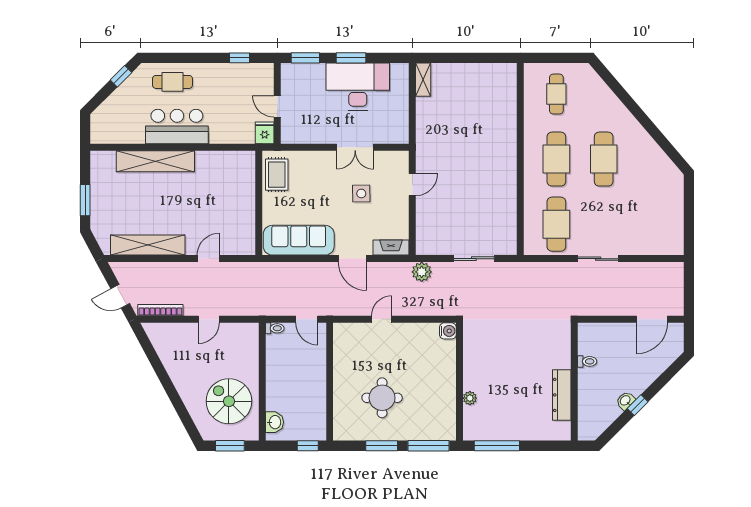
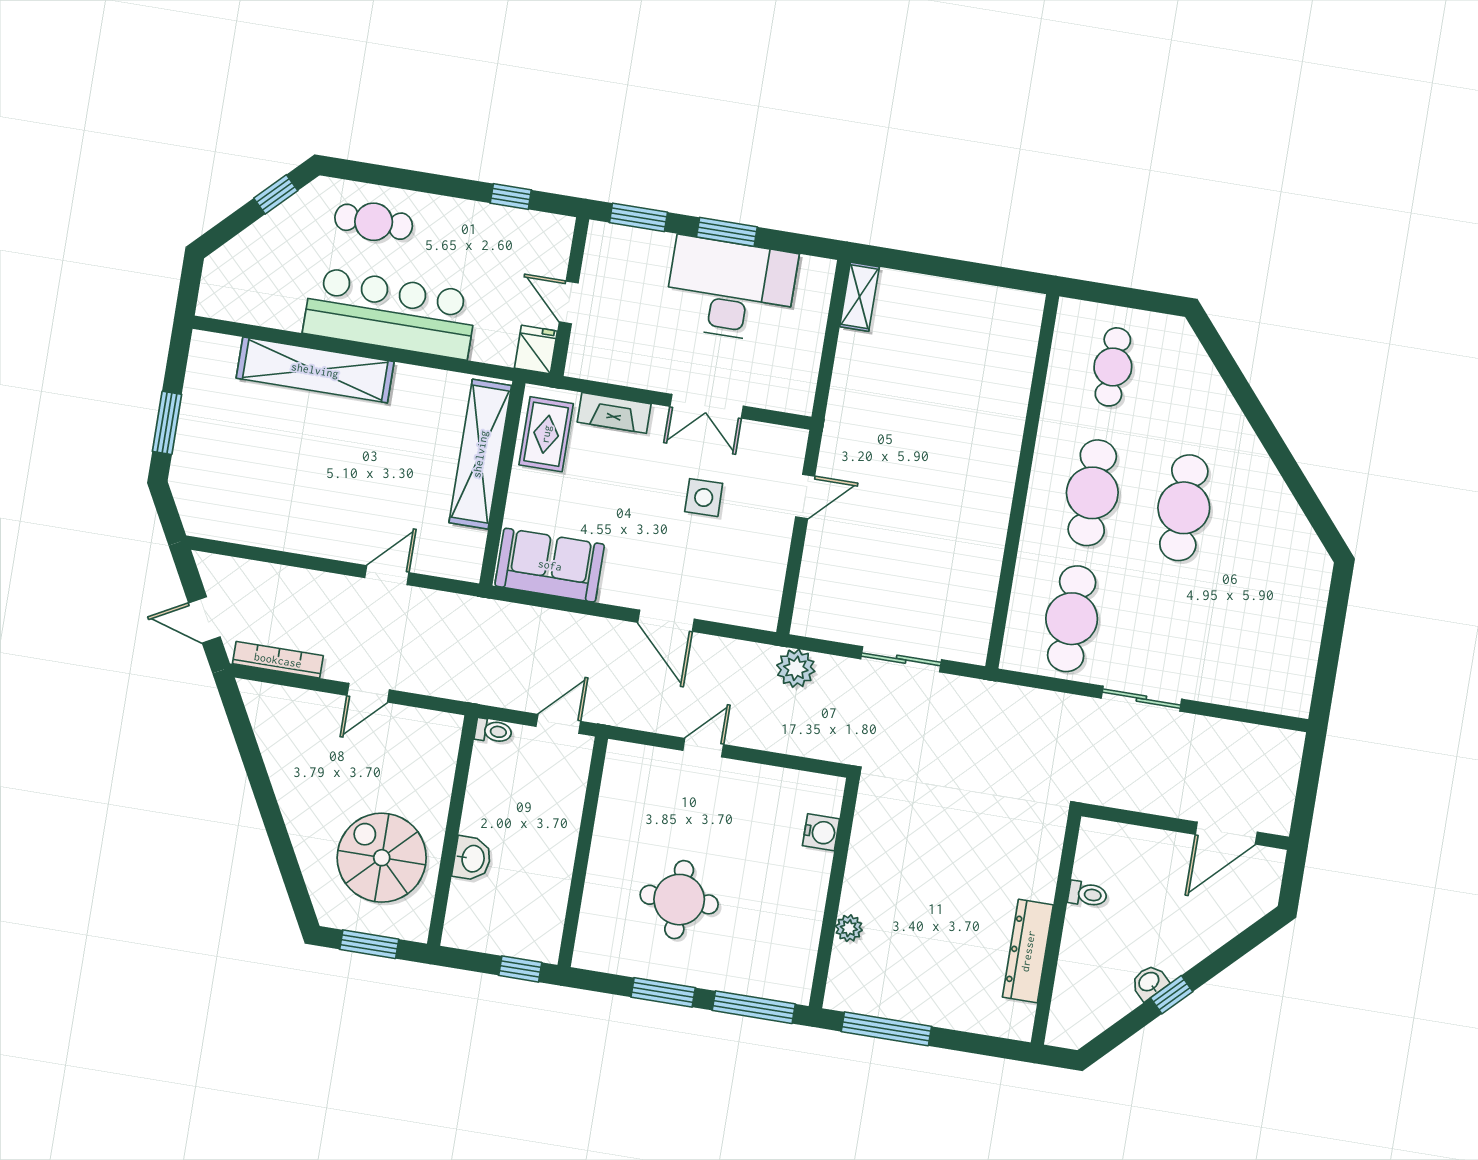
bar counter: (177, 127) -> (390, 313), width x1.36
sofa: (299, 240) -> (550, 565), width x0.73
shelving: (148, 245) -> (480, 454), moved, turned 90
fireplace: (391, 248) -> (614, 413), moved, turned 180
door: (307, 319) -> (558, 724), swing flipped
water cooler: (448, 331) -> (821, 832), moved
washbasin: (274, 422) -> (472, 858), moved

